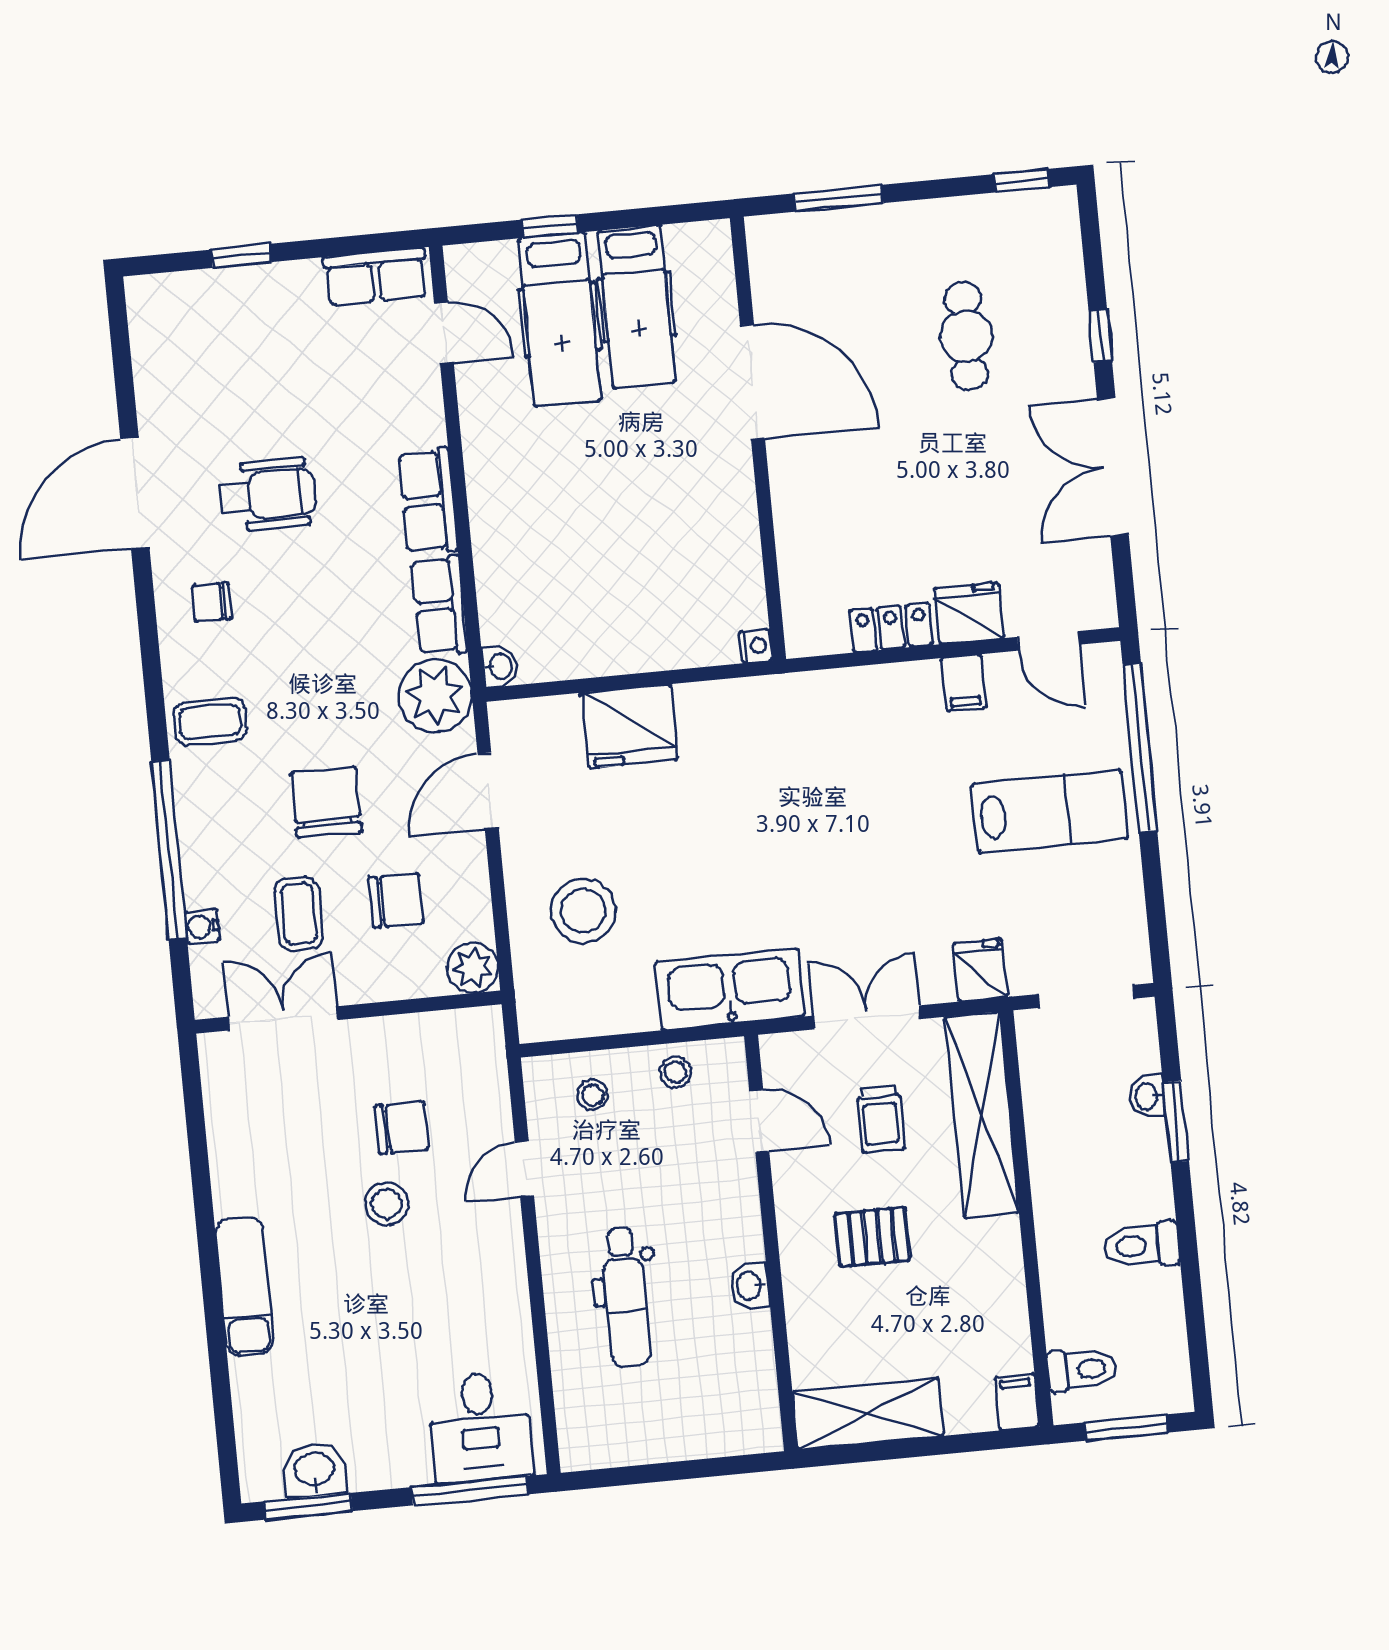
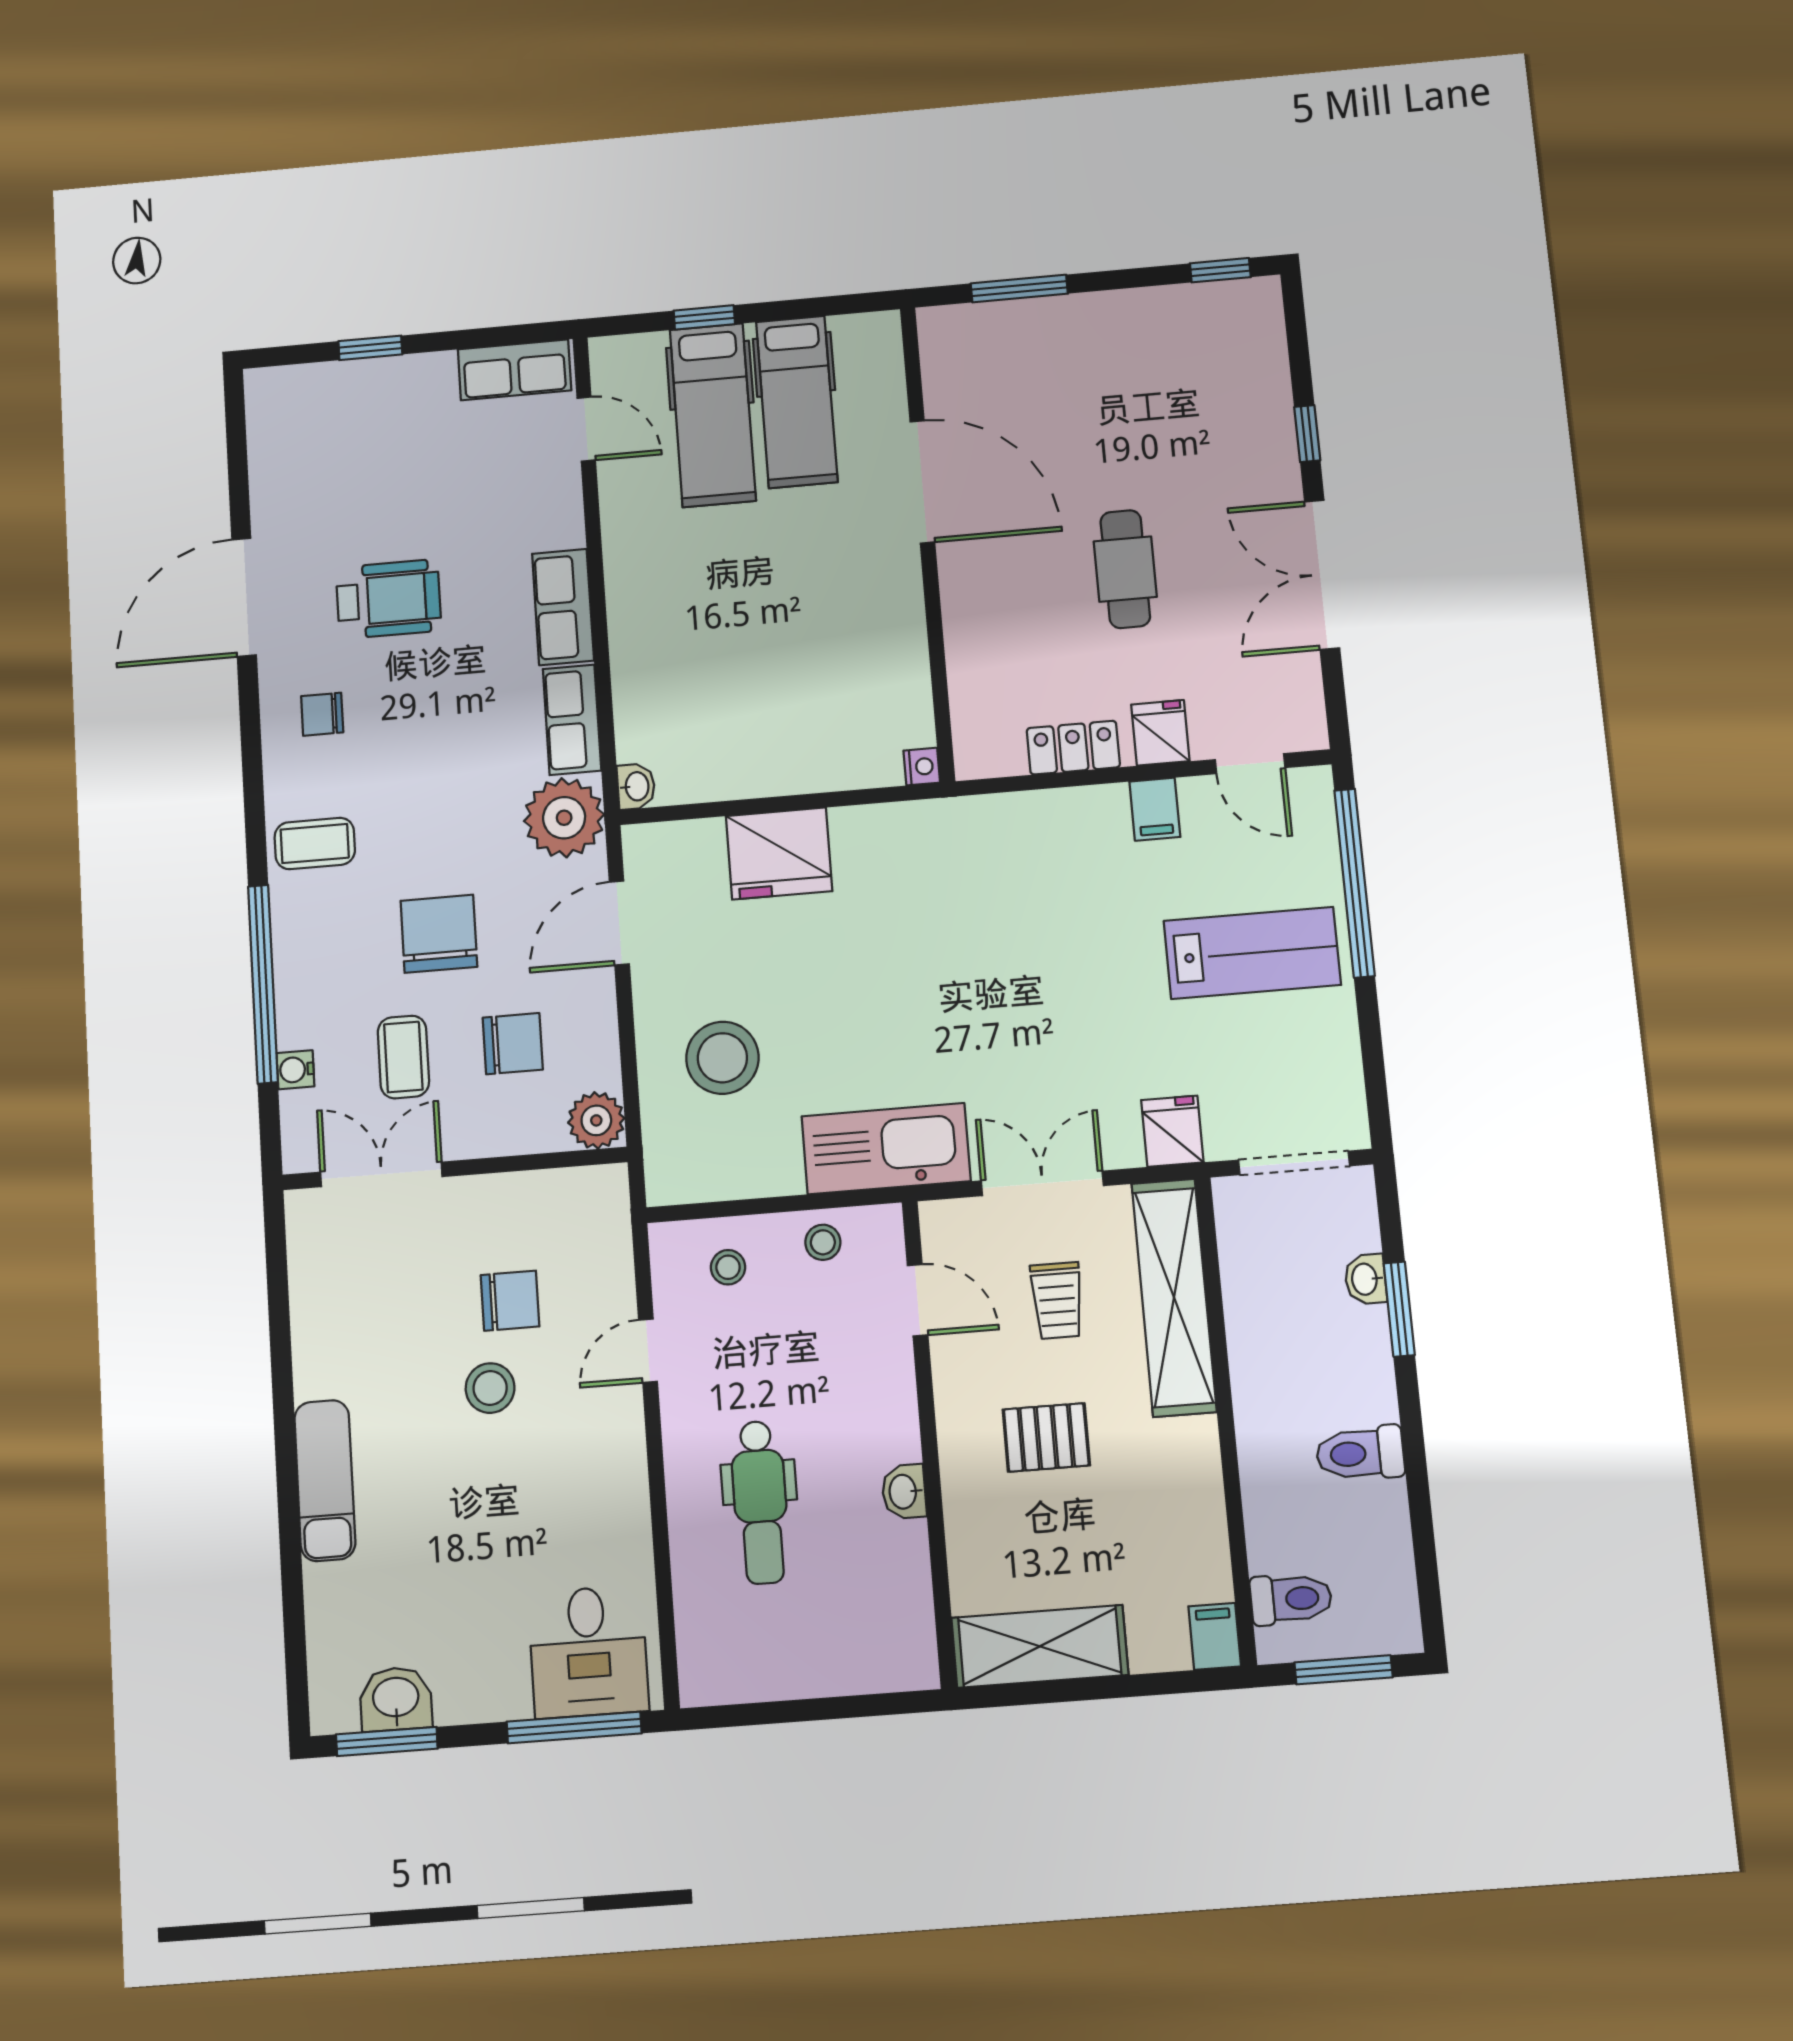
cafe table: (966, 336) -> (1125, 569), moved
fridge: (969, 613) -> (1160, 733), width x0.72

